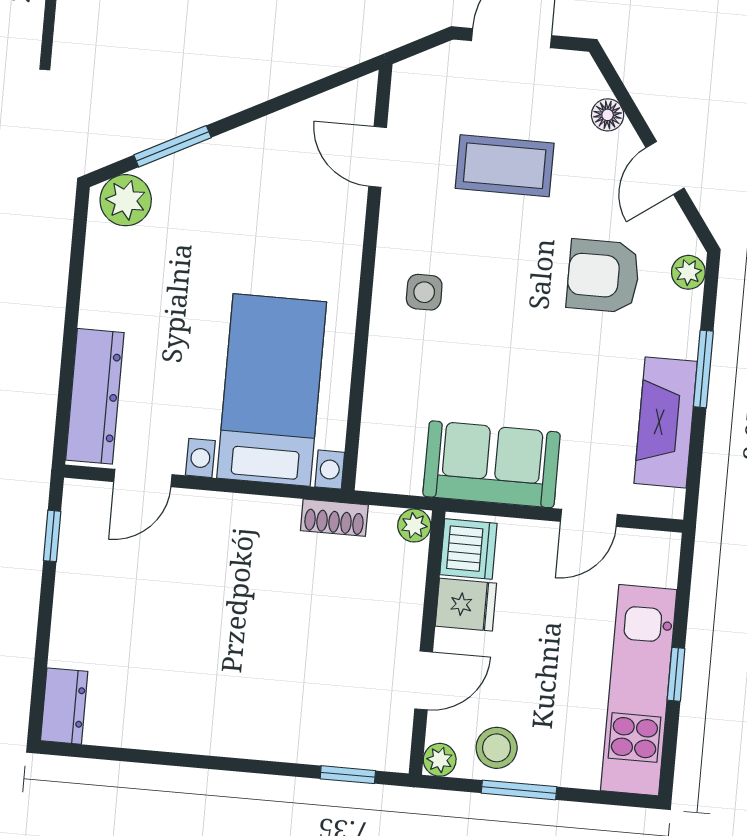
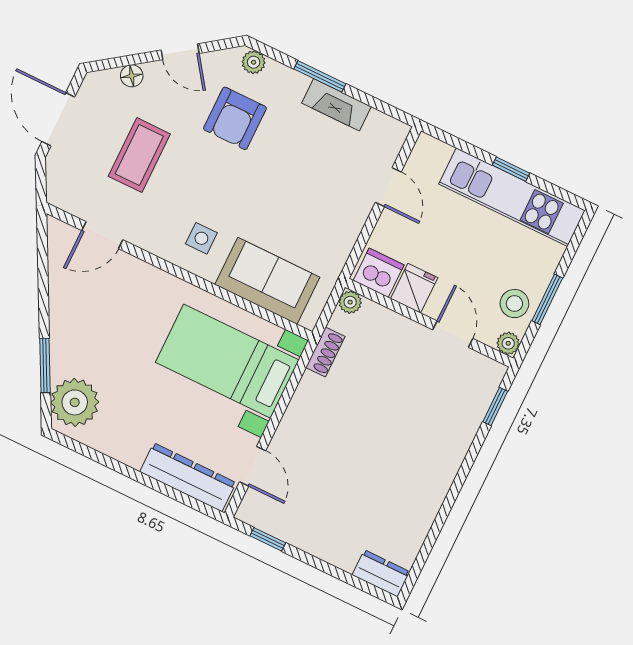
plant: (126, 200) -> (75, 402), width x1.36, depth x1.36
fireplace: (666, 422) -> (337, 105), width x0.73, depth x0.76
sofa: (492, 464) -> (267, 281), moved, turned 90

